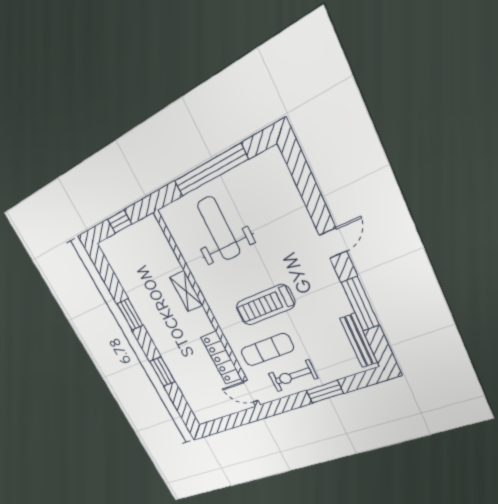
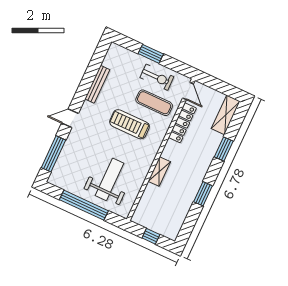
weight bench: (219, 229) -> (109, 179), turned 180
window: (360, 304) -> (53, 154), moved
treadmill: (265, 305) -> (129, 124), turned 180
bench: (359, 341) -> (97, 84), moved
shelving: (196, 402) -> (226, 115), added

